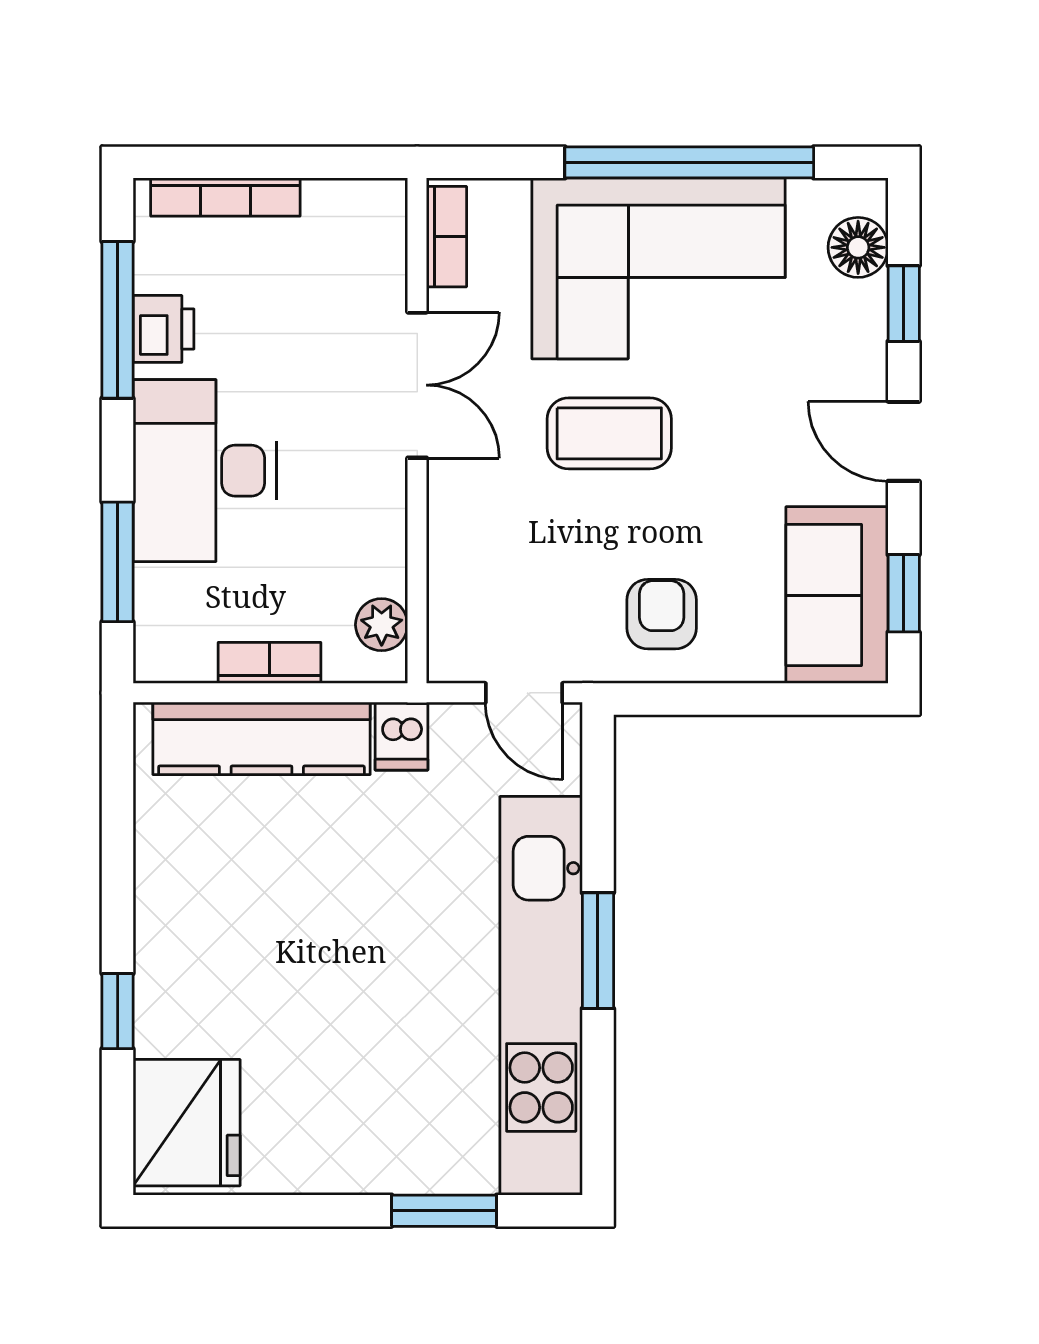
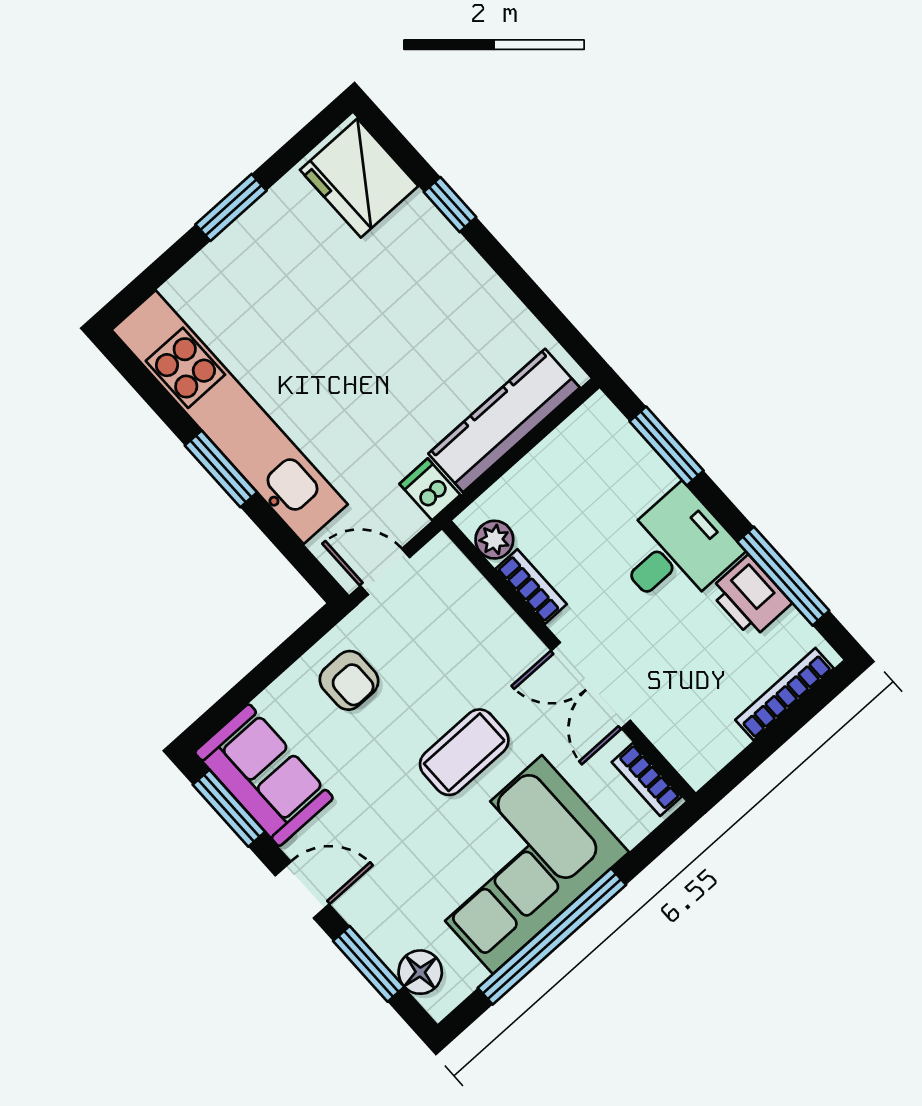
window: (904, 304) -> (369, 964), width x1.50
printer: (164, 329) -> (750, 597), width x1.36, depth x1.24
desk: (205, 471) -> (676, 550), width x0.73
window: (904, 593) -> (229, 808), width x1.50
bookcase: (270, 663) -> (531, 587), moved, turned -90
window: (444, 1211) -> (231, 207), moved

